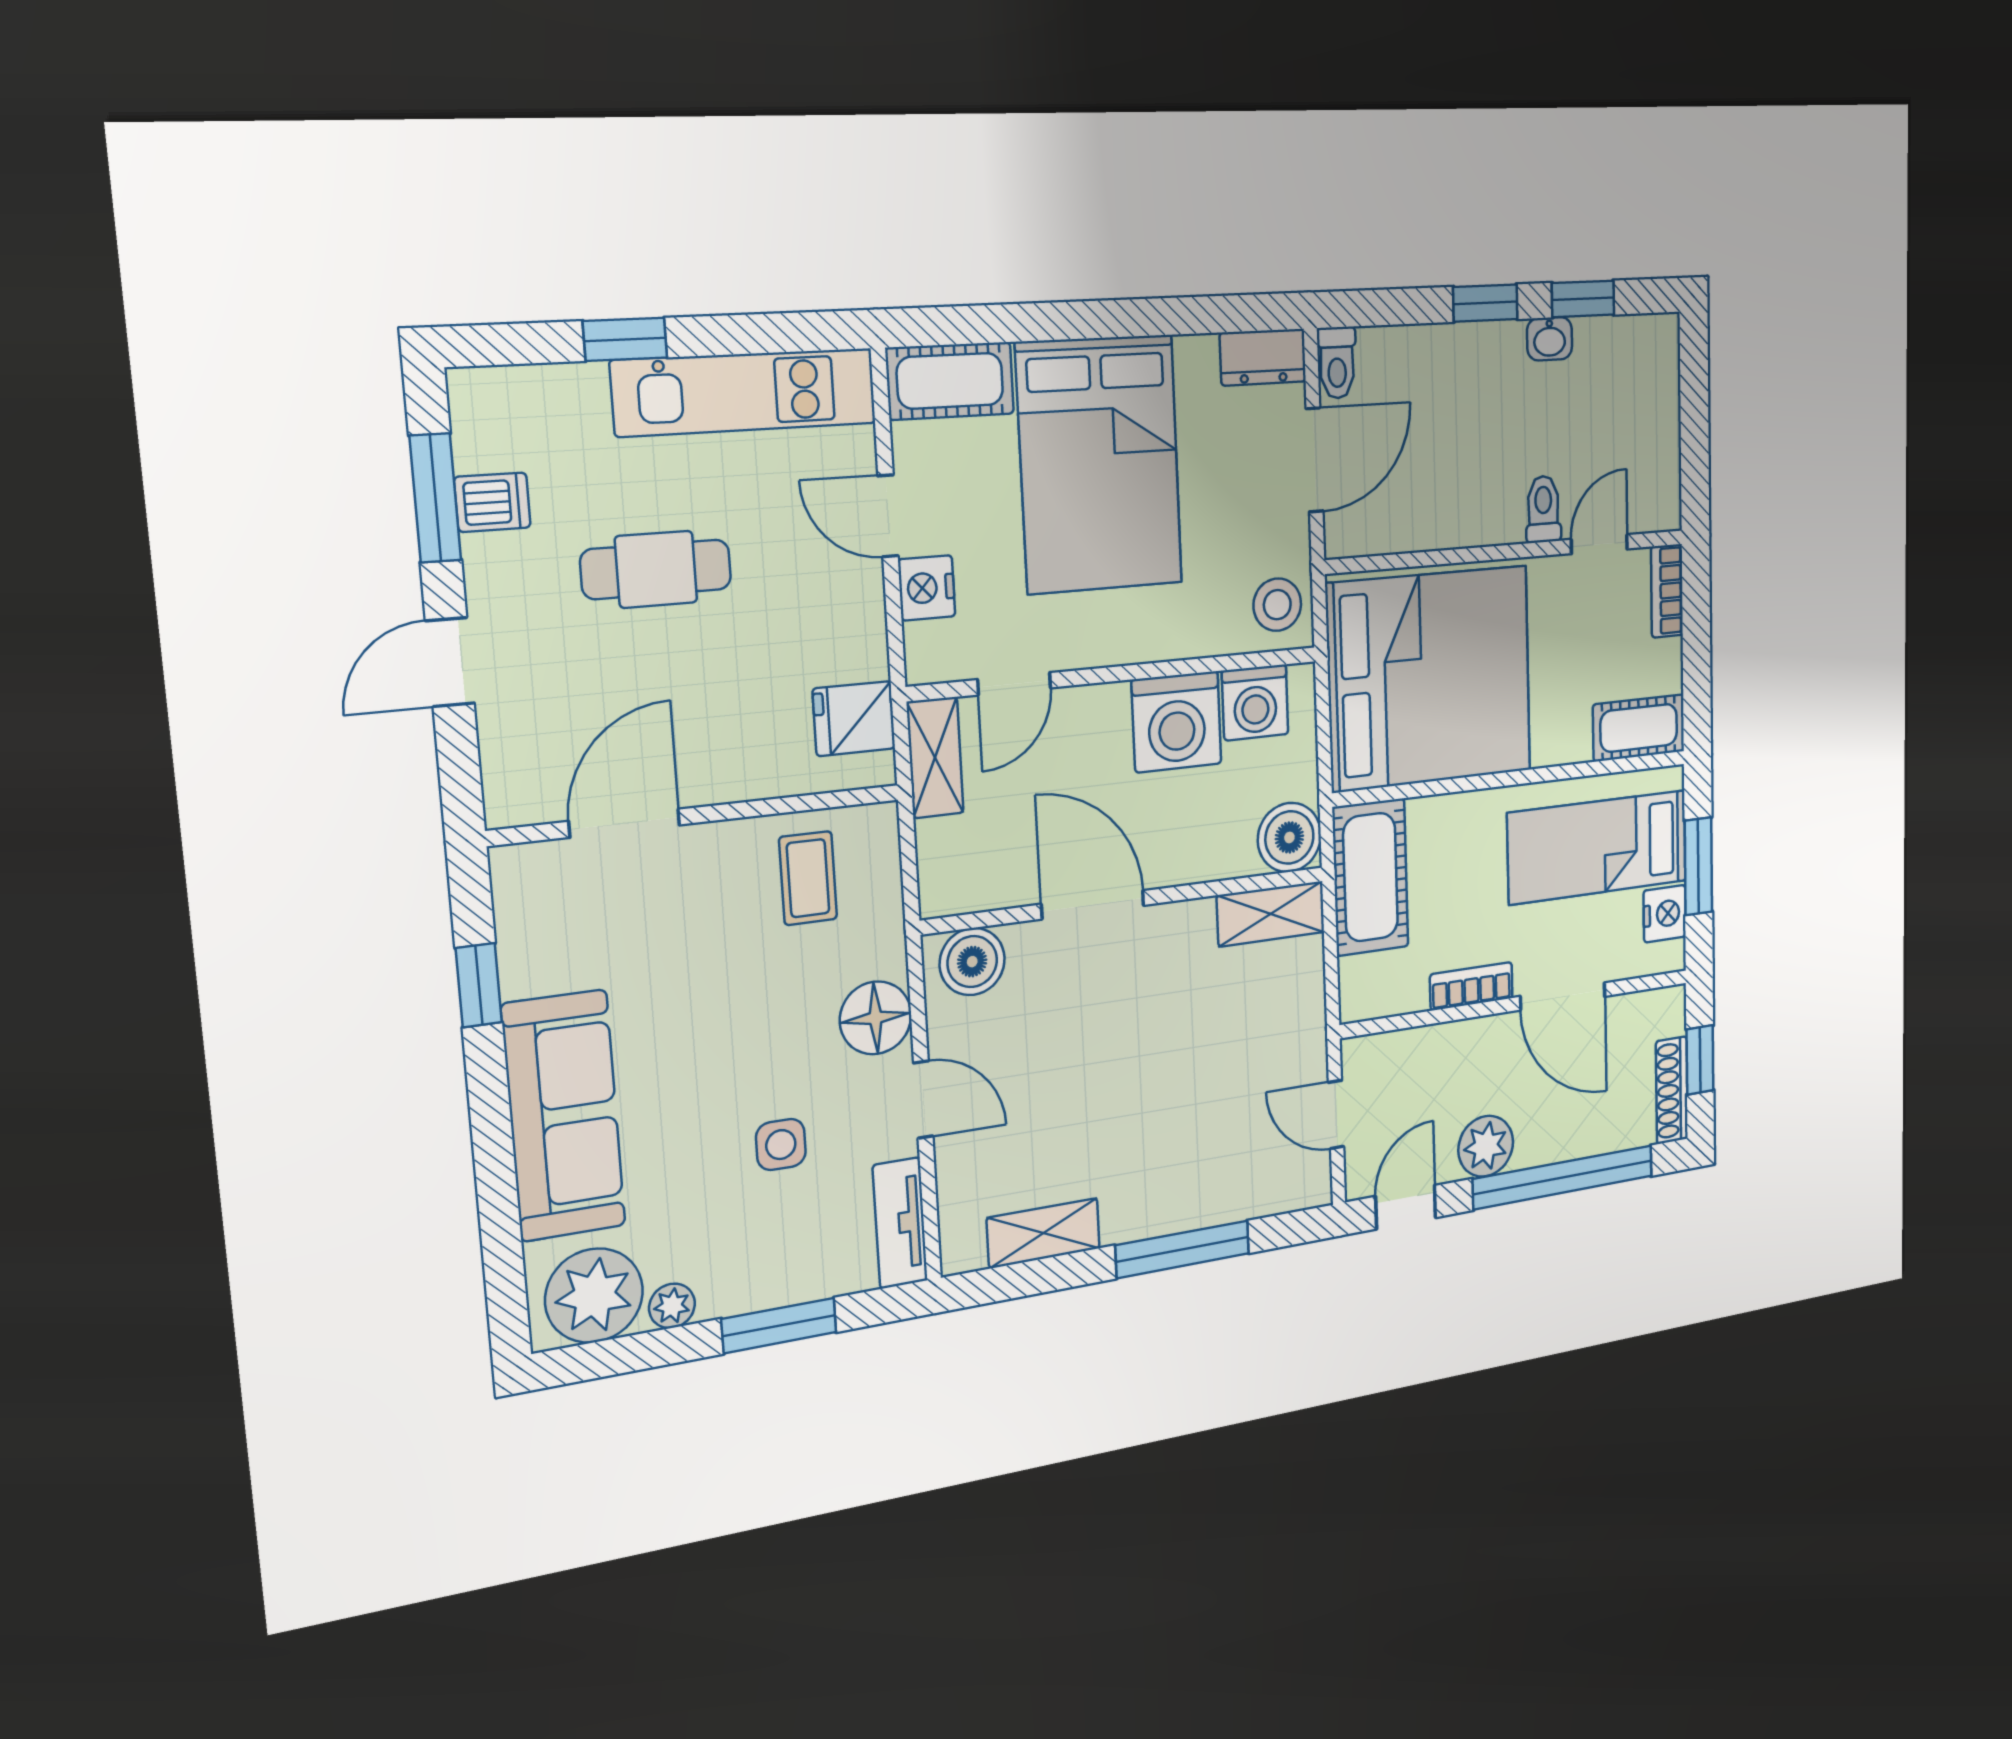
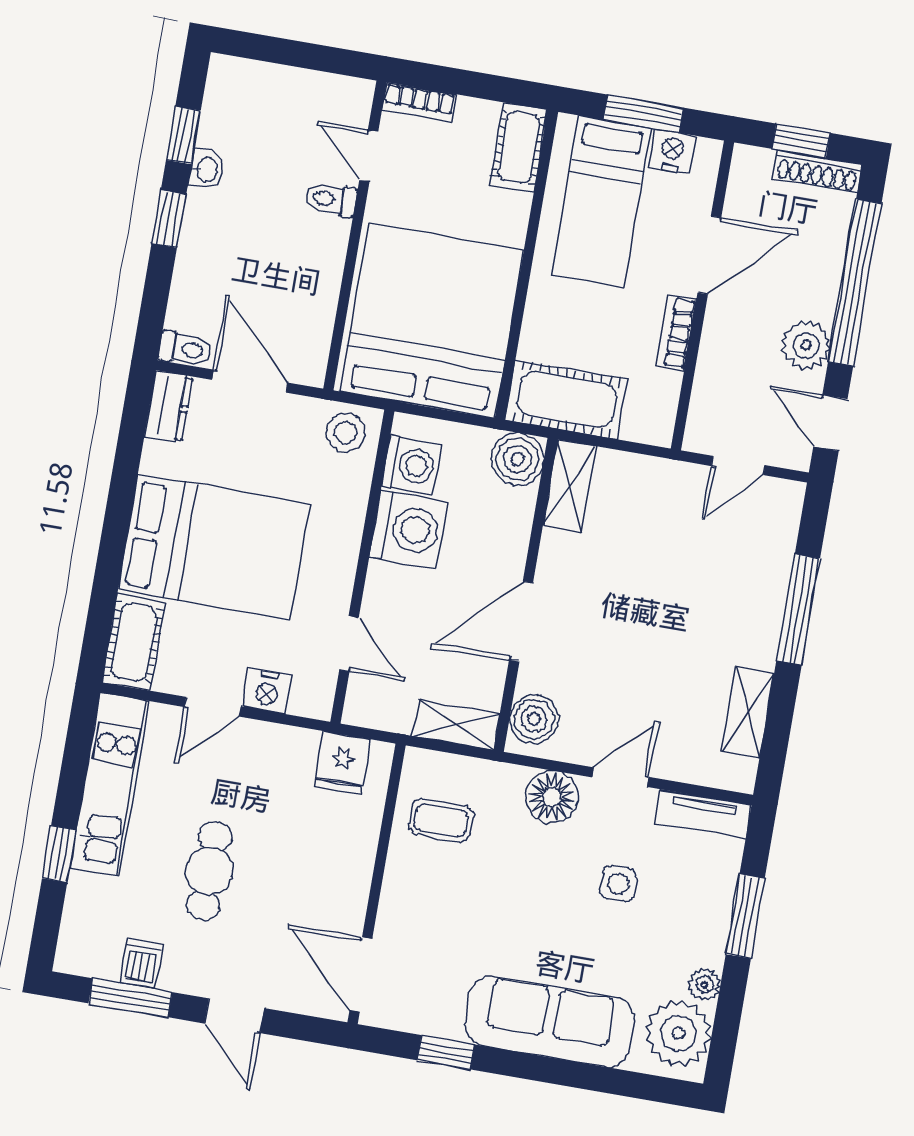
shelving: (935, 758) -> (456, 725), moved
door: (624, 823) -> (361, 975), moved

